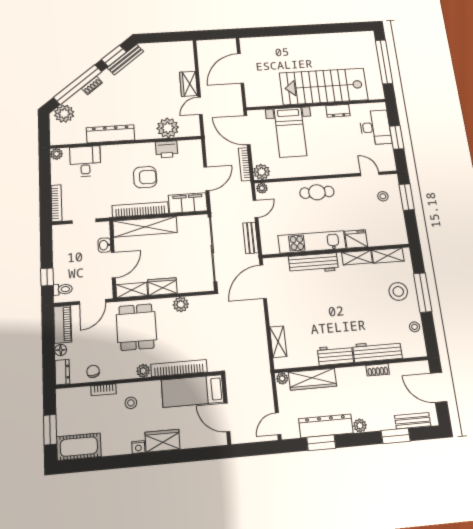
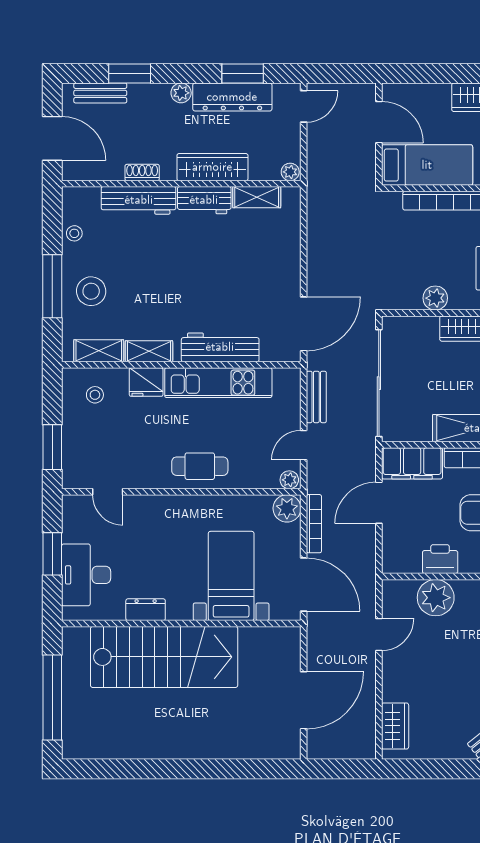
wardrobe: (188, 84) -> (395, 726), moved
stool: (383, 196) -> (95, 395), moved
shelving: (278, 342) -> (257, 197), moved, turned 90
wardrobe: (313, 379) -> (212, 167), moved

